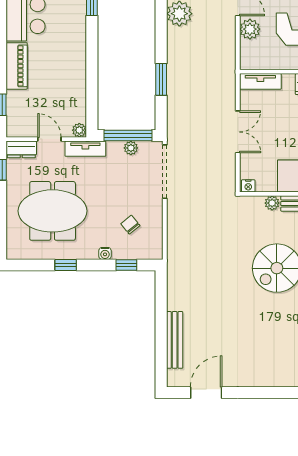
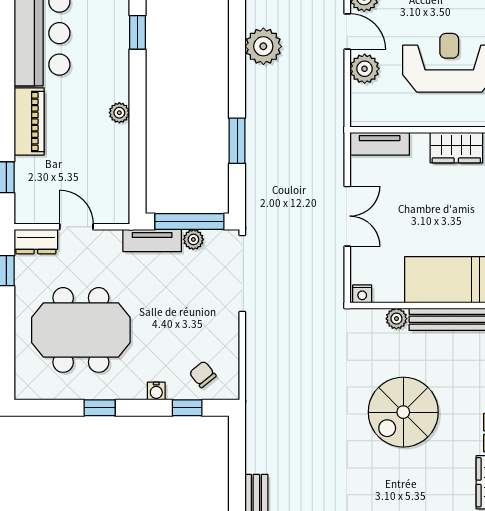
plant: (79, 130) -> (119, 113), moved
tv unit: (85, 149) -> (152, 241), moved
chair: (130, 225) -> (203, 374), moved

